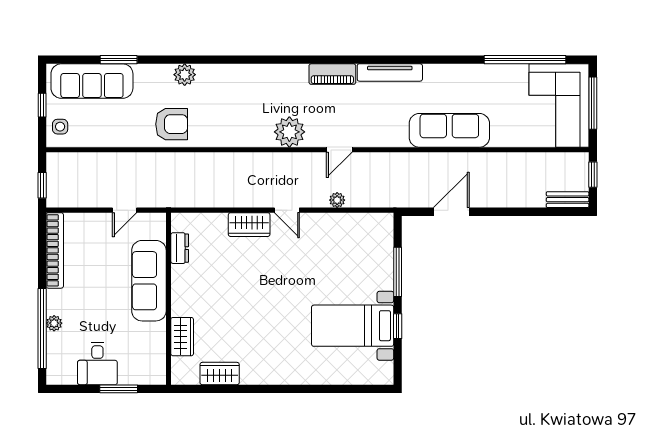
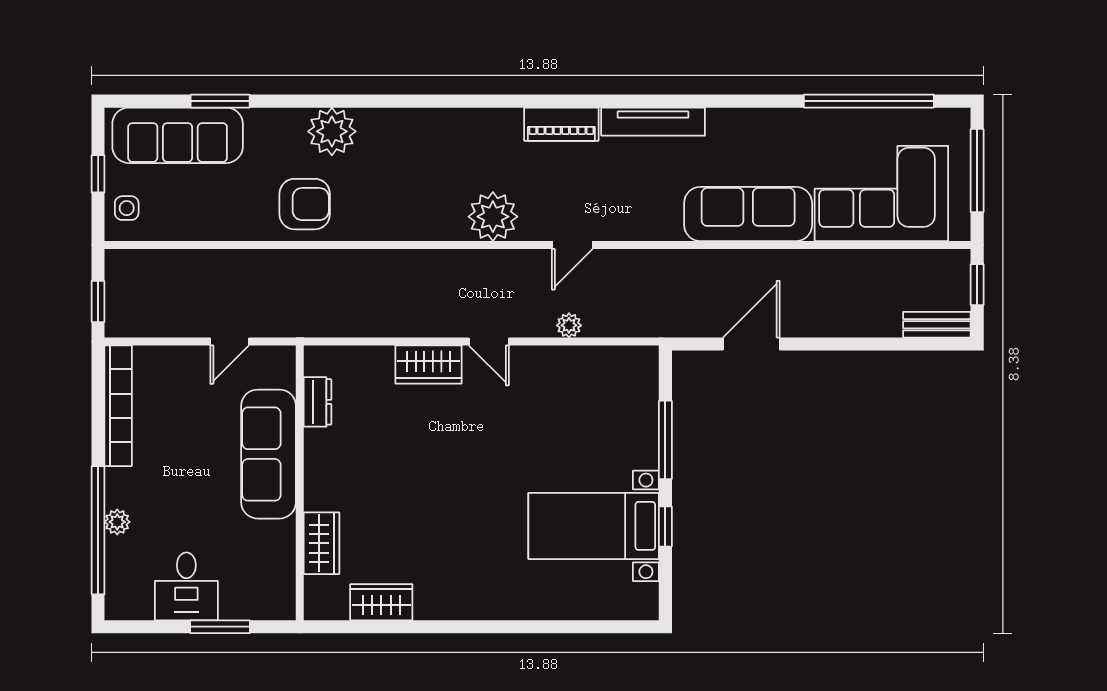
plant: (185, 75) -> (332, 131), width x1.36, depth x1.36
corner sofa: (559, 105) -> (881, 194), moved, turned 90

